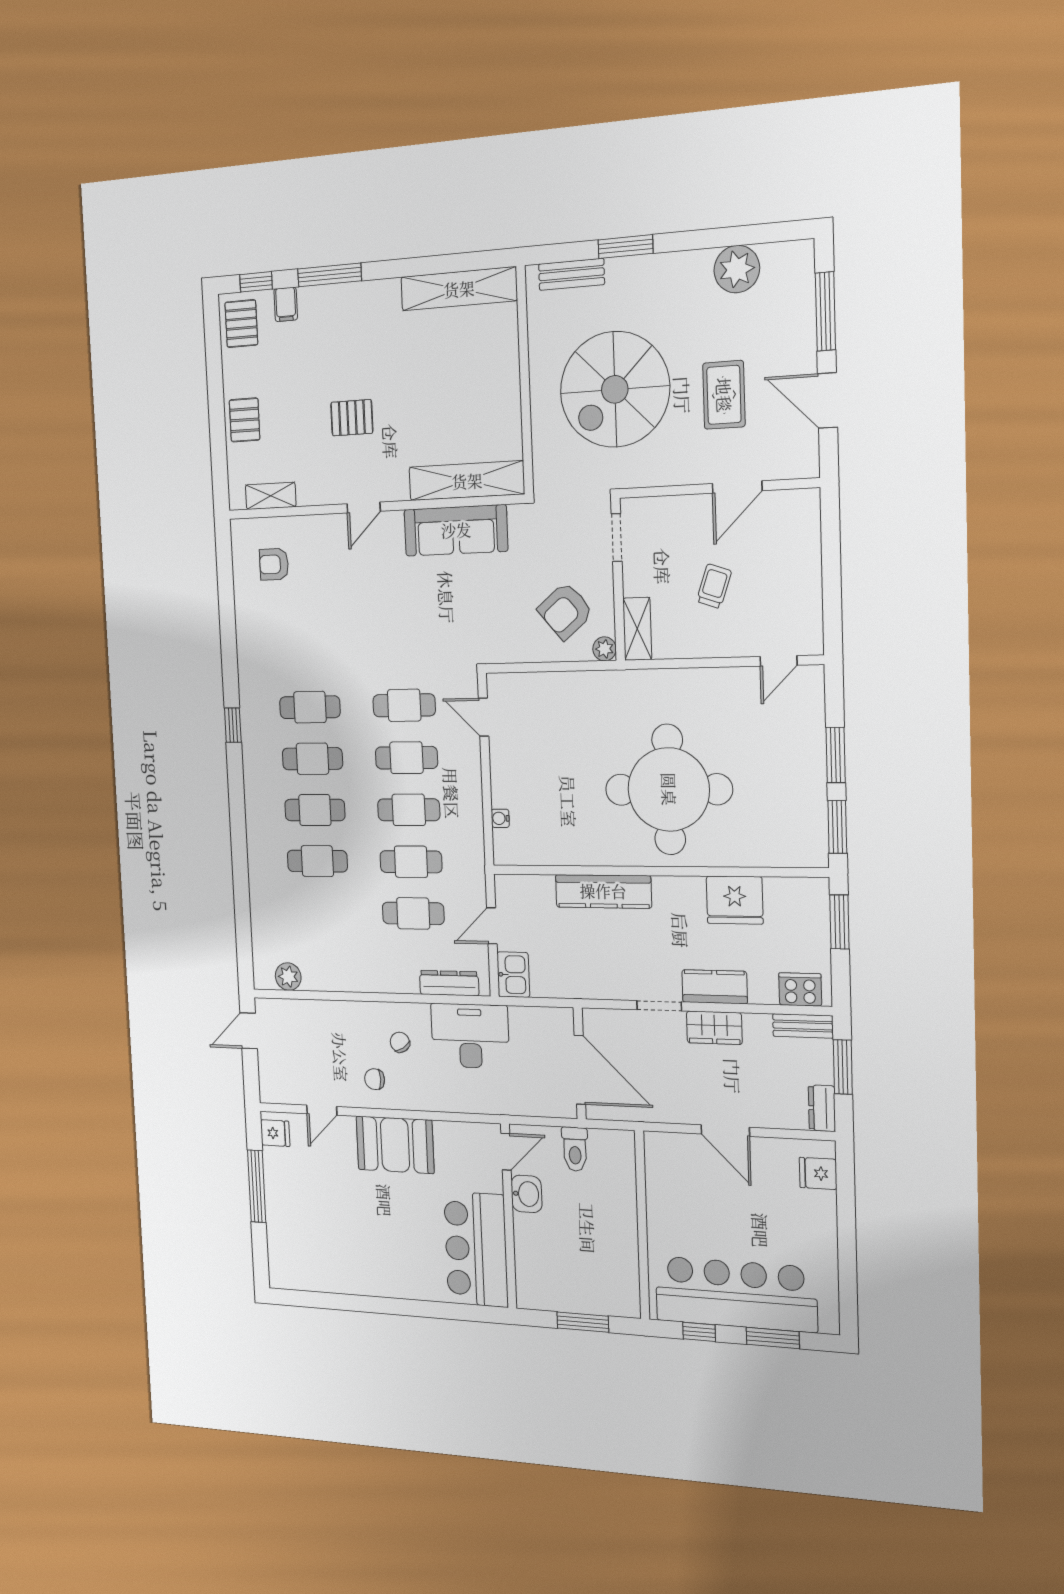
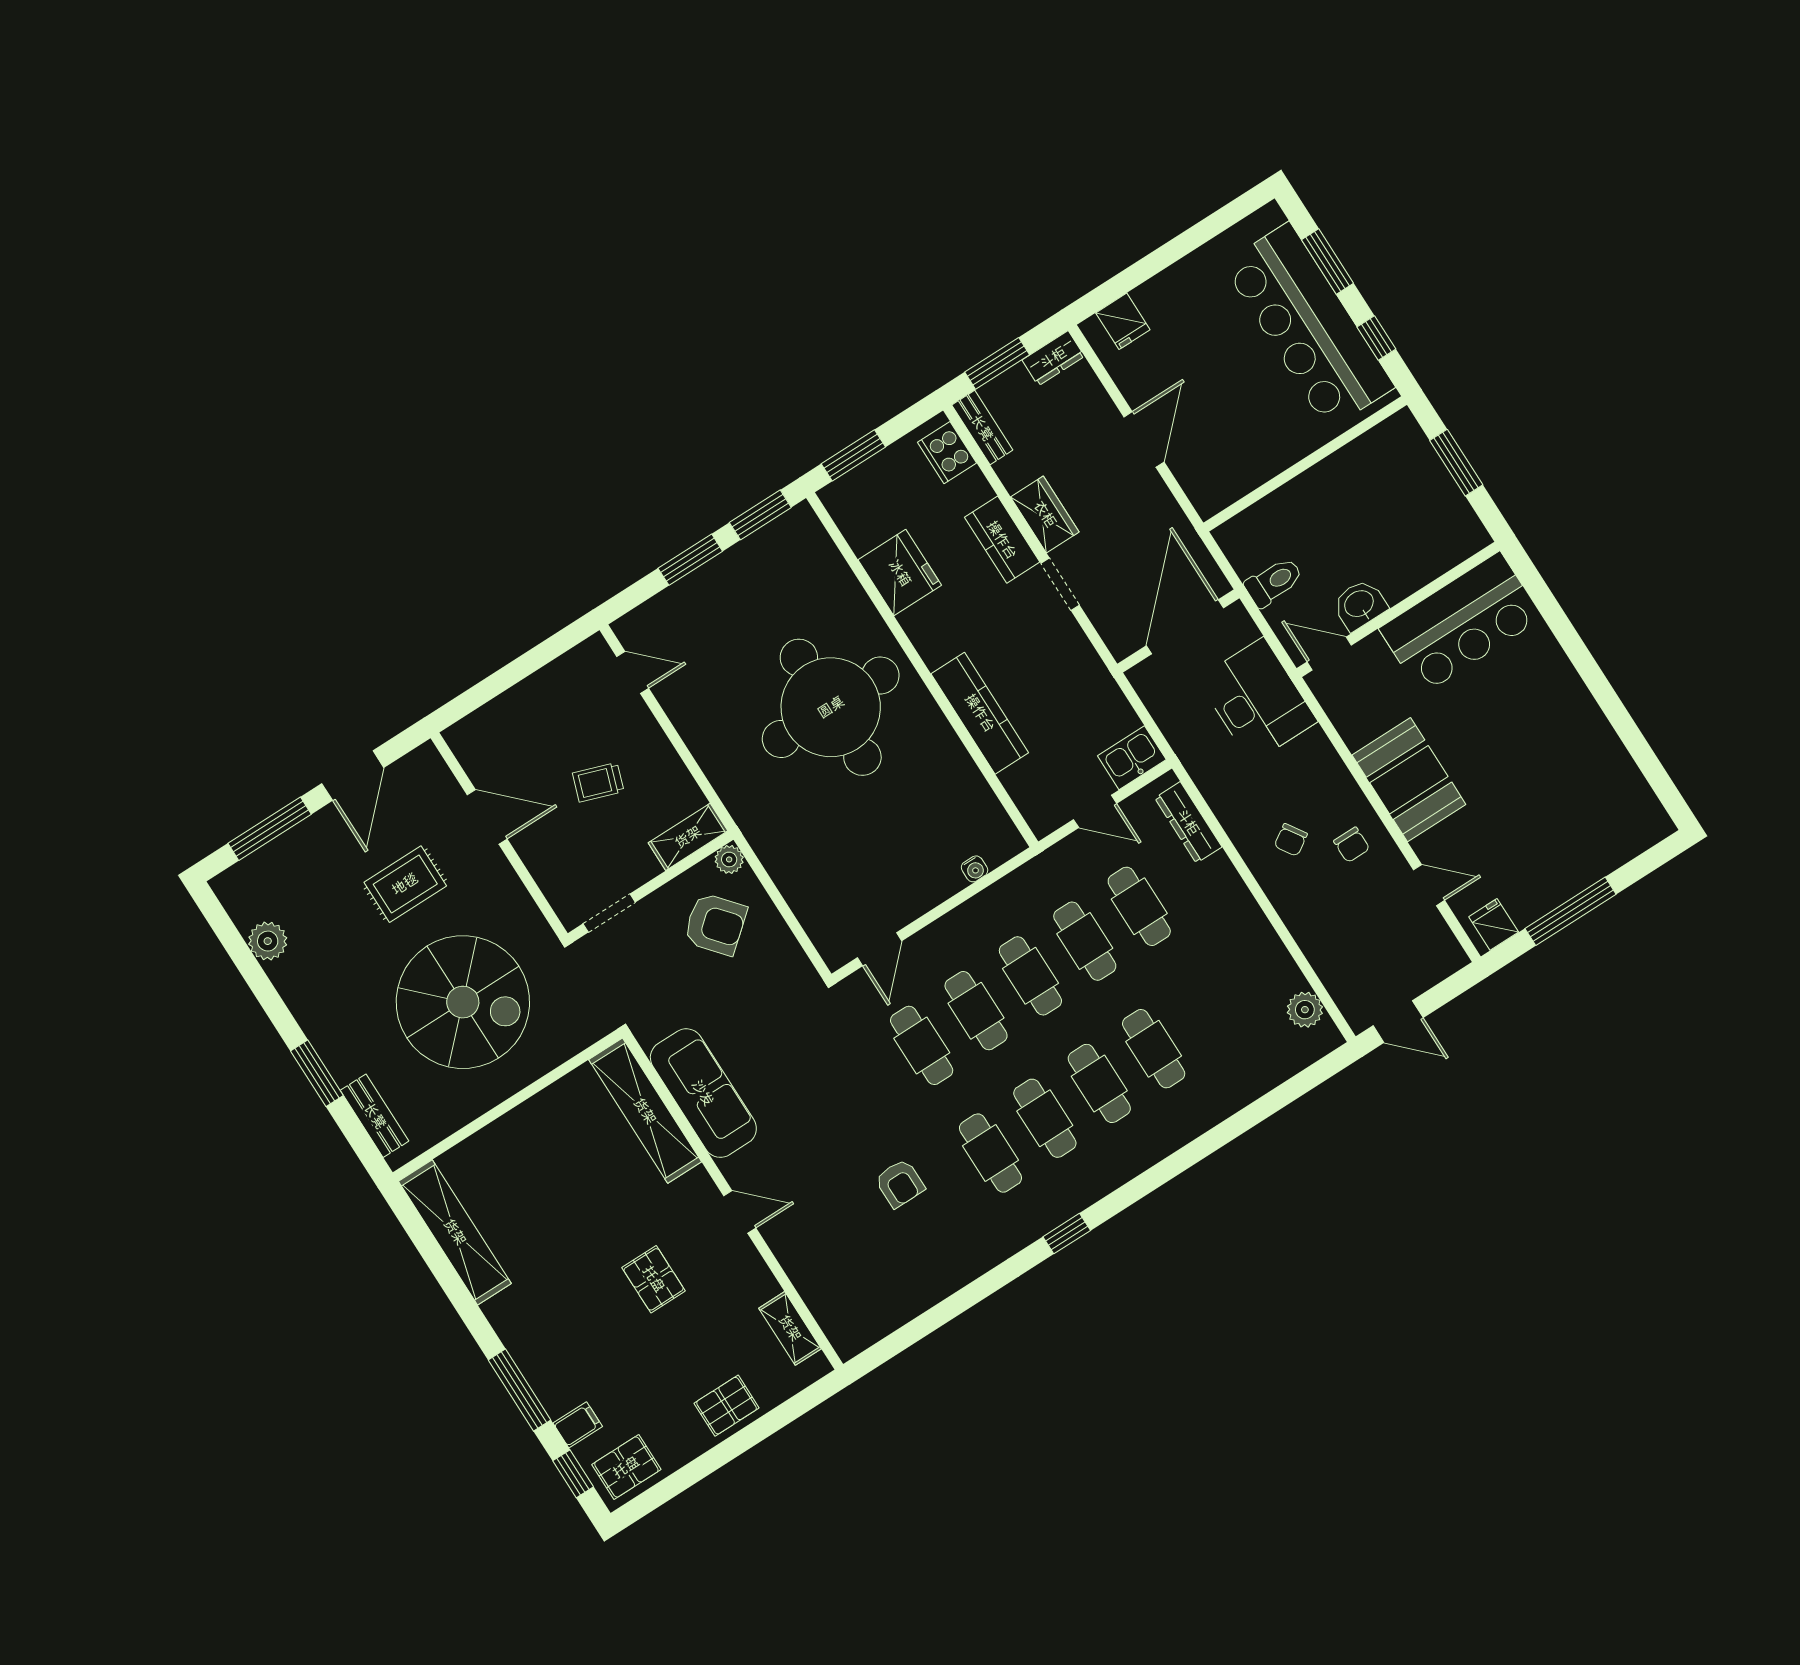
plant: (737, 269) -> (268, 941), width x0.73, depth x0.73
armchair: (274, 564) -> (900, 1183), moved
desk: (470, 1036) -> (1257, 700), moved, turned 180

